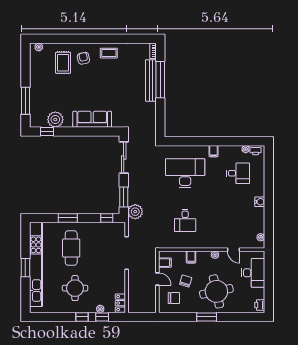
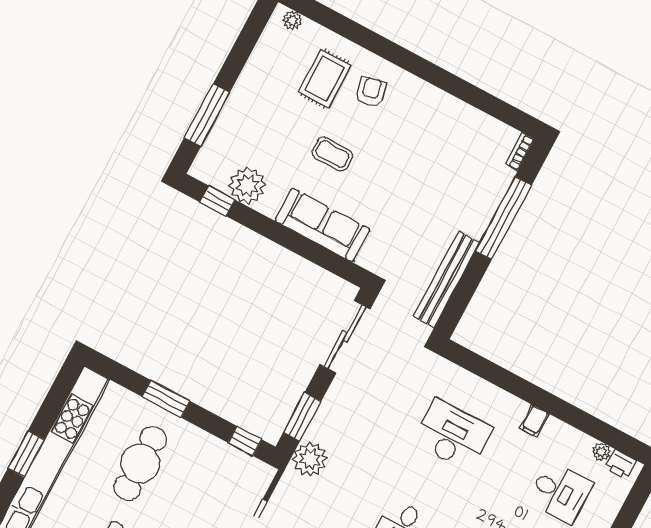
coffee table: (109, 53) -> (332, 154), moved
bench: (151, 80) -> (446, 280), moved
desk: (185, 173) -> (453, 435), width x0.73, depth x0.77

